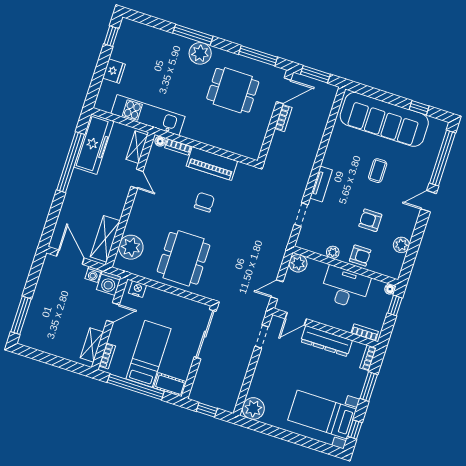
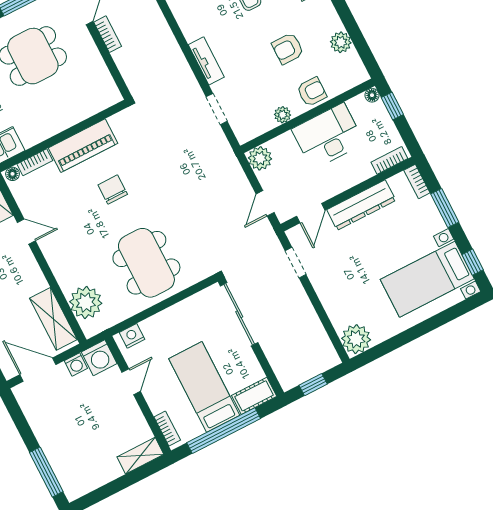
shelving: (92, 345) -> (140, 456), moved, turned 90

